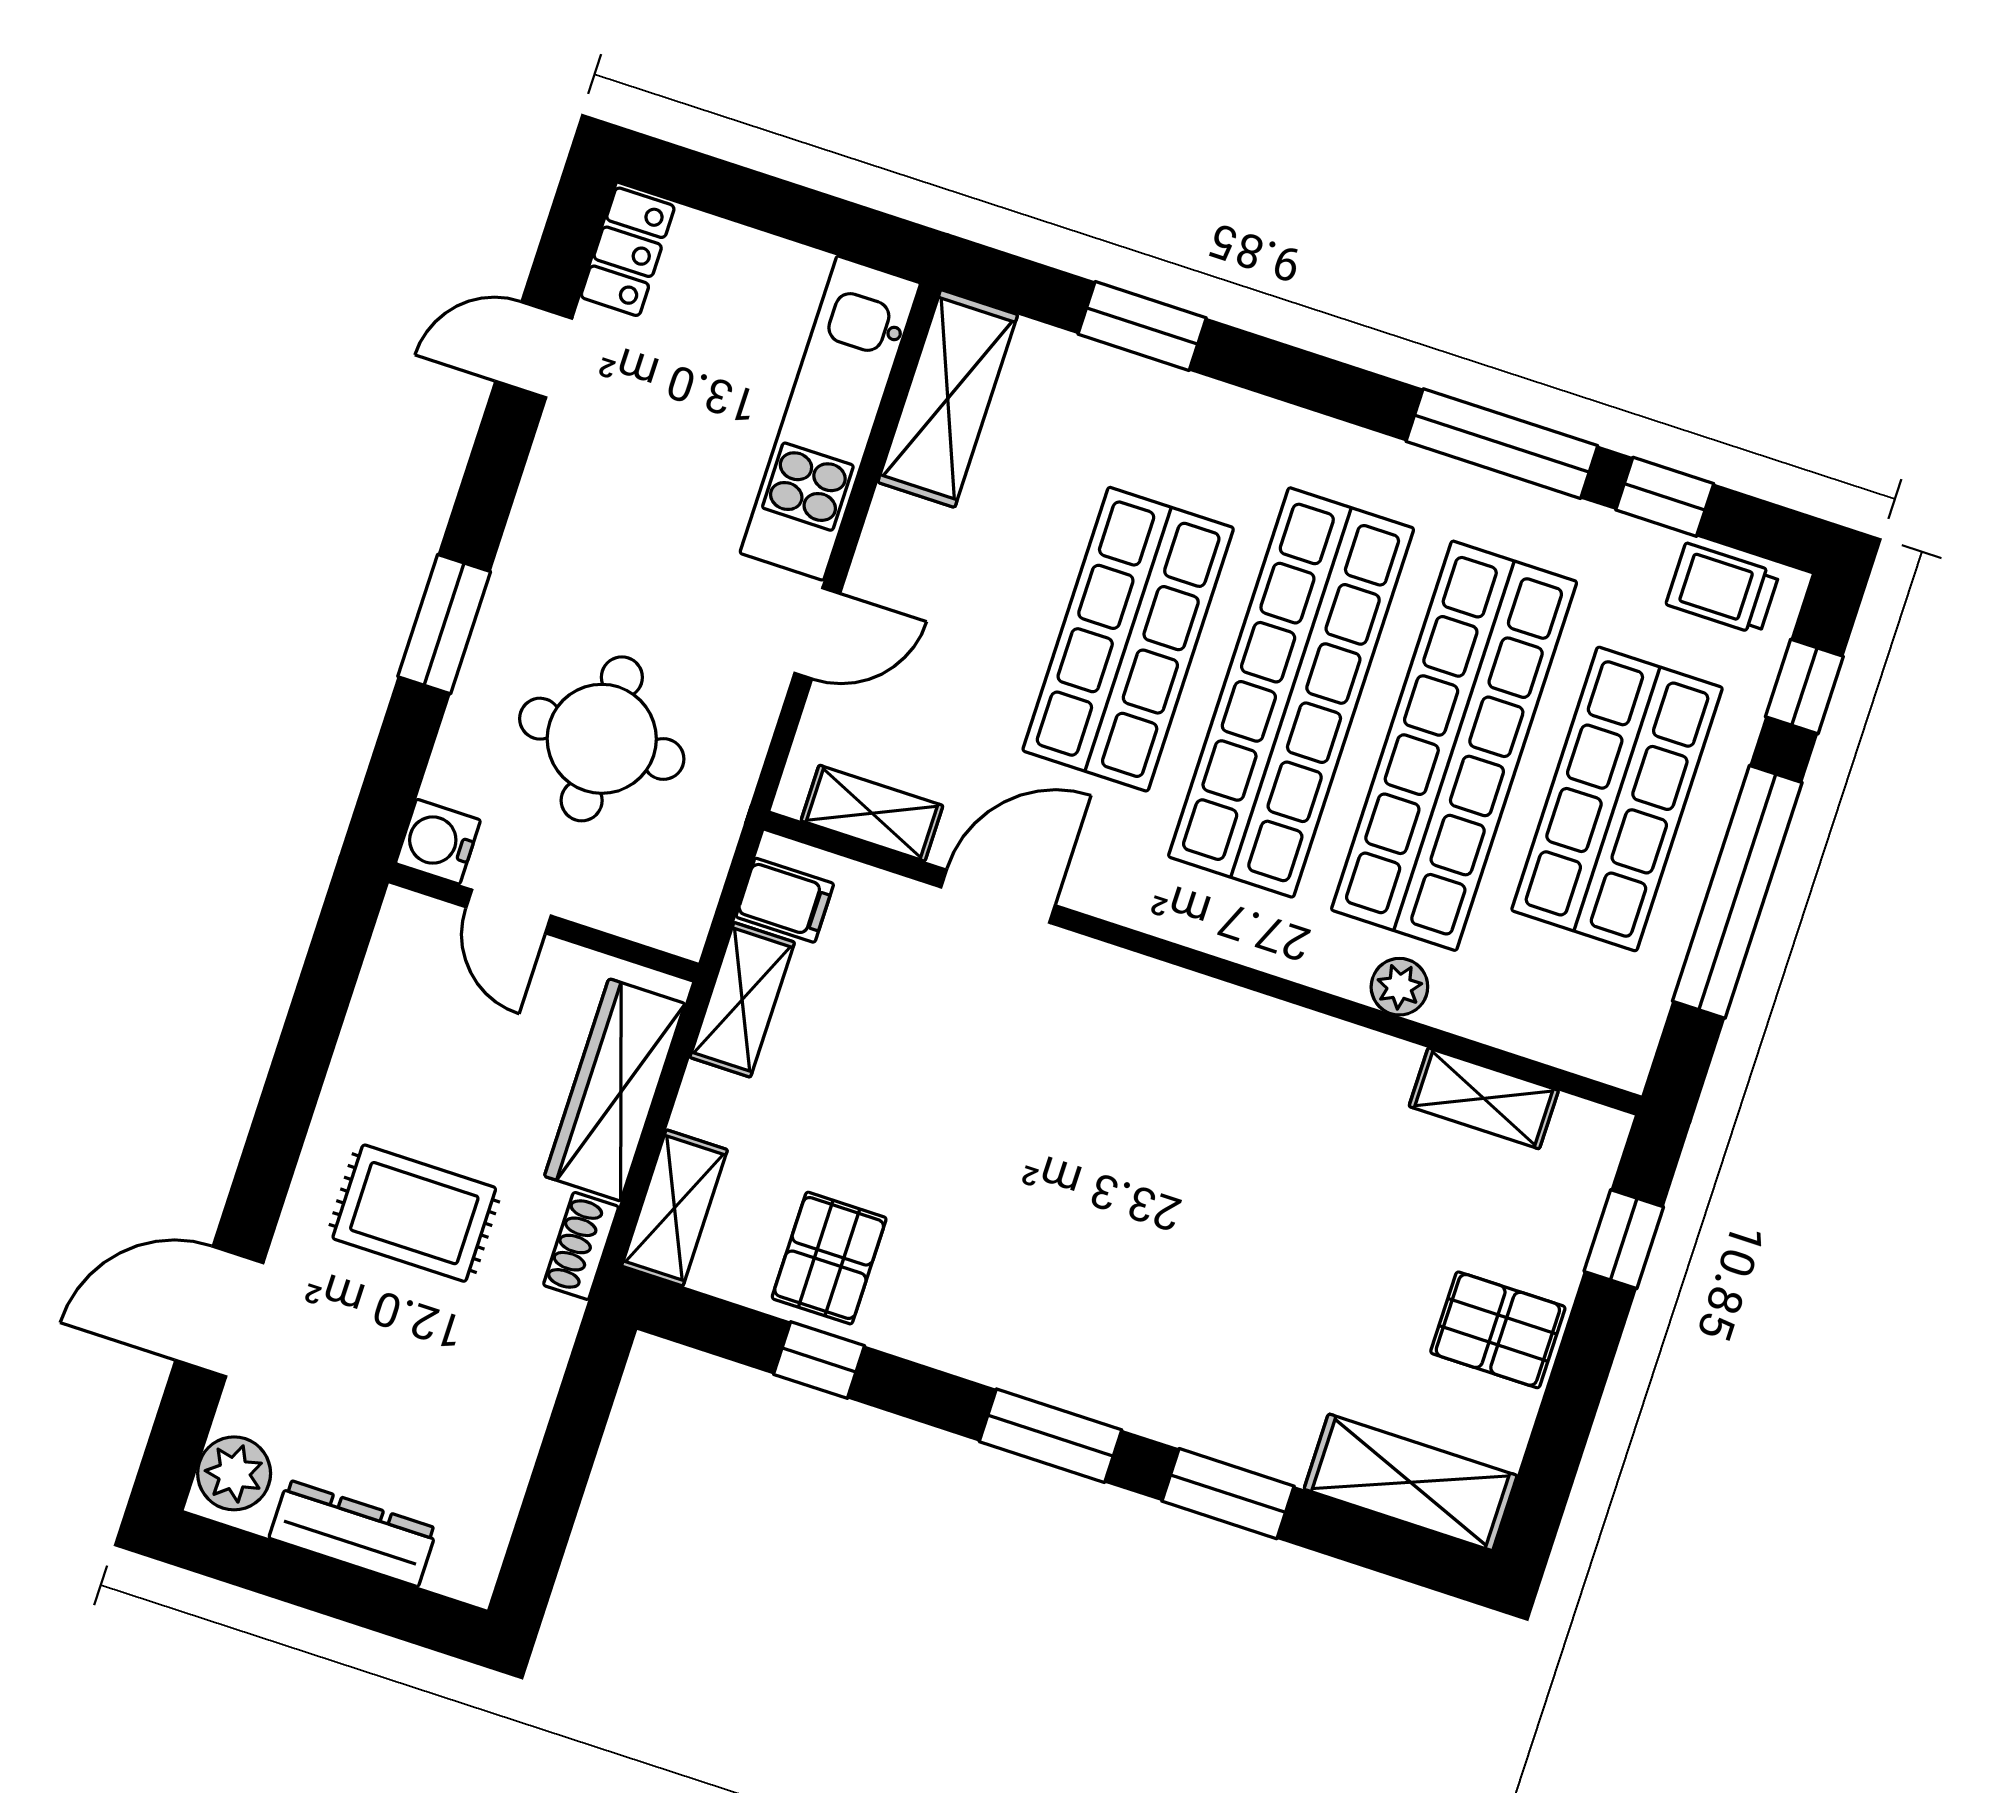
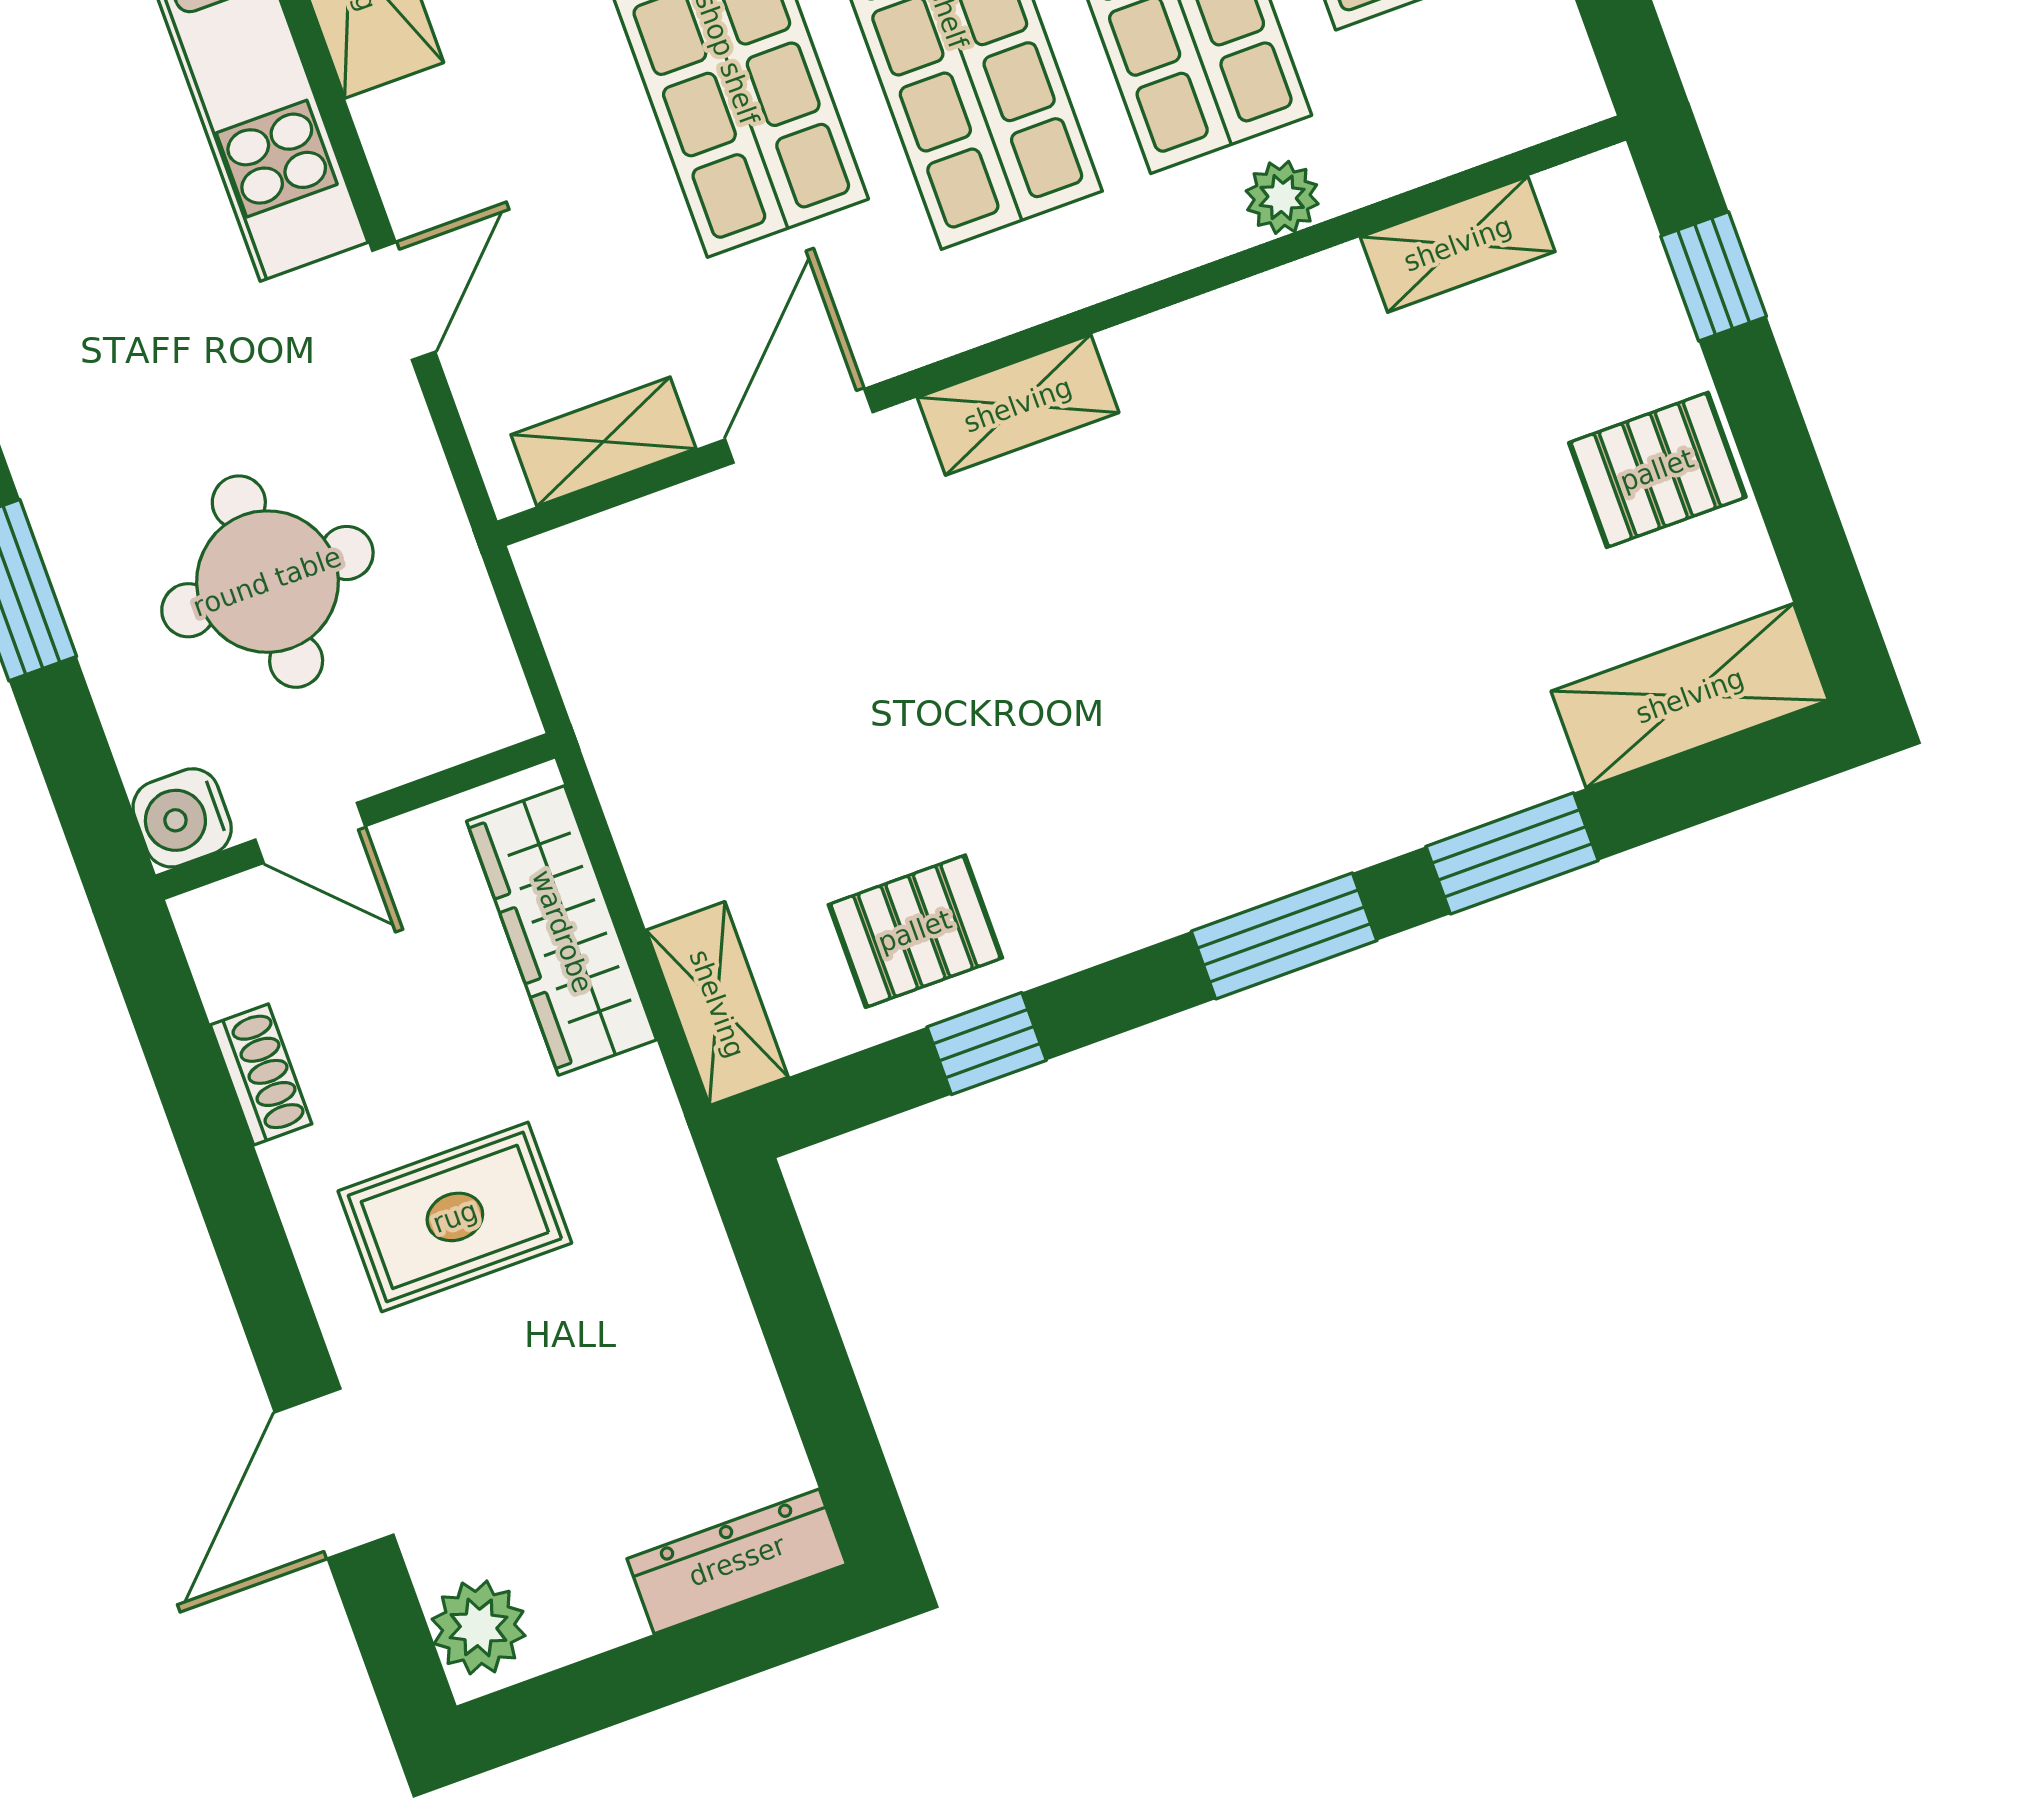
filing cabinet: (785, 900) -> (584, 600), removed
shelving: (742, 1000) -> (1018, 405), moved, turned 90
shoe rack: (581, 1246) -> (261, 1074), moved, turned 180
pallet: (829, 1258) -> (915, 931), turned 90
dresser: (353, 1533) -> (737, 1561), moved

